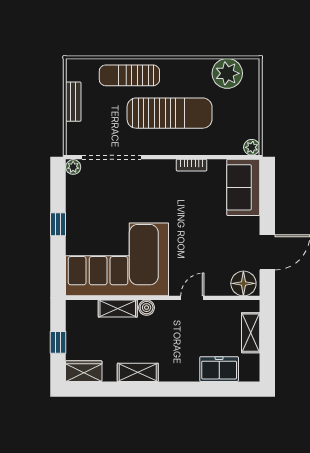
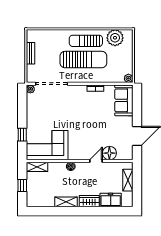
sun lounger: (129, 75) -> (86, 41), moved
window: (58, 224) -> (22, 135), moved
corner sofa: (117, 259) -> (47, 145), width x0.73, depth x0.74
floor lamp: (243, 283) -> (109, 153), moved
shelving: (118, 308) -> (37, 167), moved
wardrobe: (84, 371) -> (89, 201), moved

